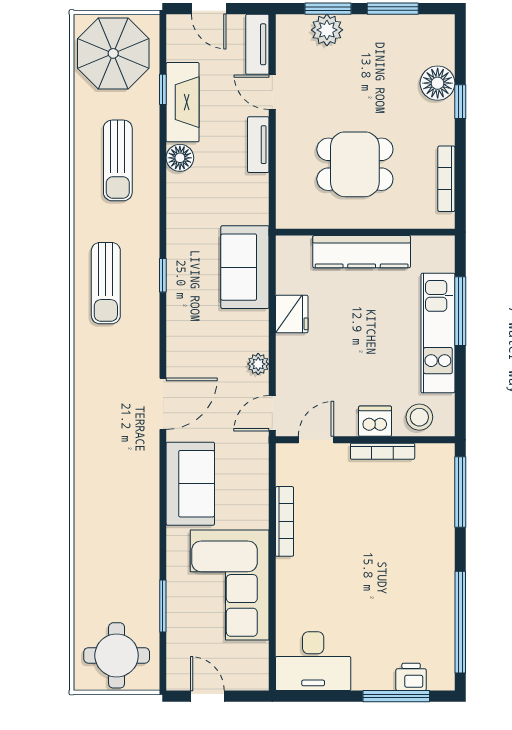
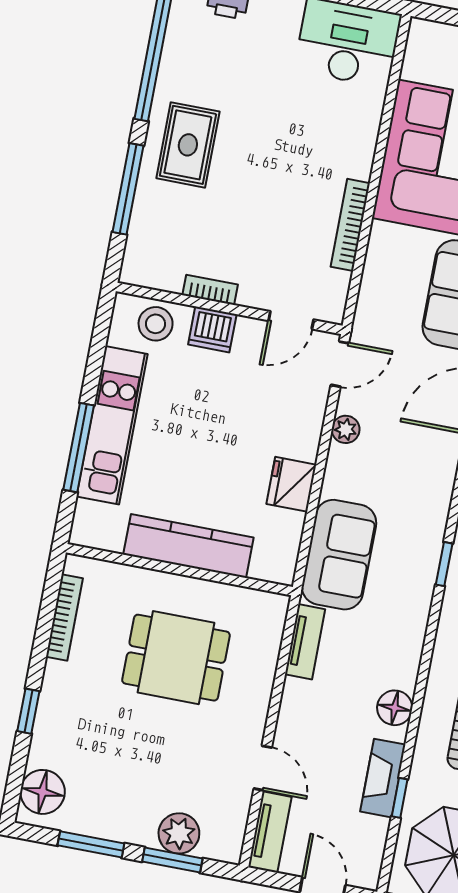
floor lamp: (438, 83) -> (43, 792), moved
fireplace: (183, 102) -> (383, 778), width x0.73, depth x0.76
tv unit: (258, 145) -> (305, 642), moved
bookcase: (383, 451) -> (210, 290), width x0.64
window: (460, 492) -> (128, 189), moved
rug: (421, 559) -> (188, 145), added

